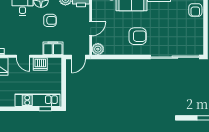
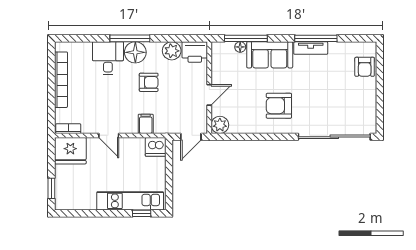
armchair: (138, 36) -> (279, 106), turned 180
filing cabinet: (53, 48) -> (146, 124), width x0.50
dishwasher: (40, 64) -> (156, 147), moved

